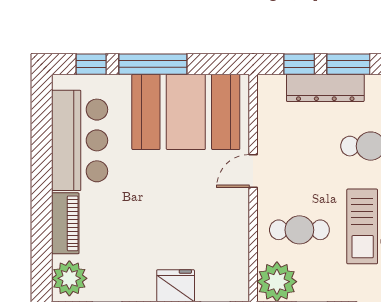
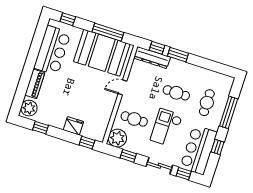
window: (153, 64) -> (108, 32), moved
dresser: (325, 88) -> (152, 58), moved

